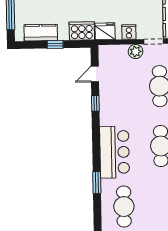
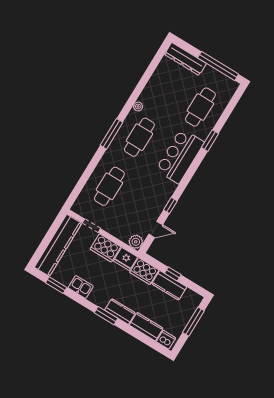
cooker: (129, 32) -> (105, 248), width x1.87, depth x1.31
kitchen counter: (41, 33) -> (169, 285), moved
plant: (136, 52) -> (136, 242), moved

